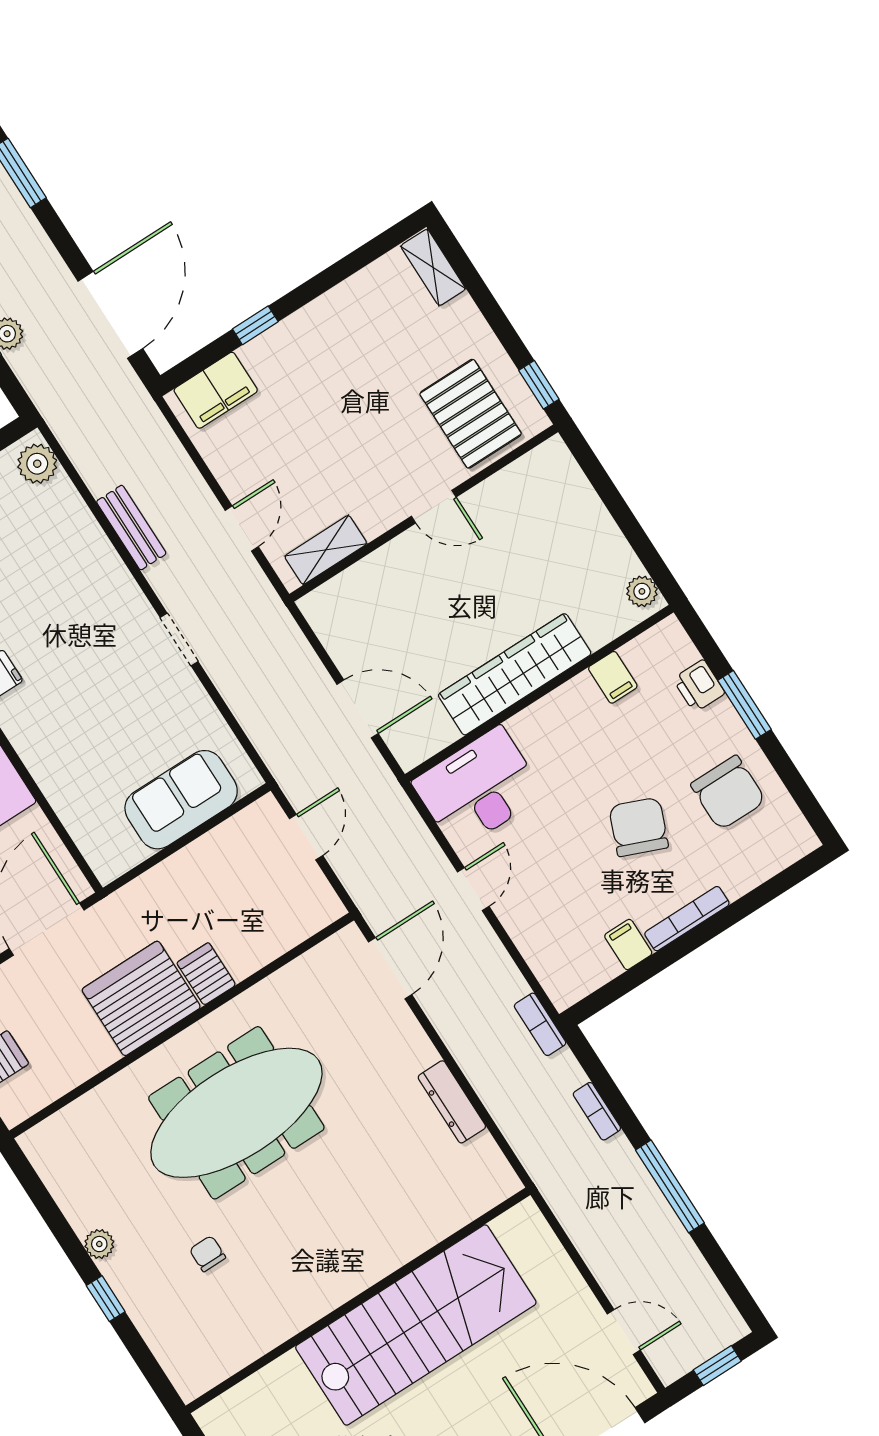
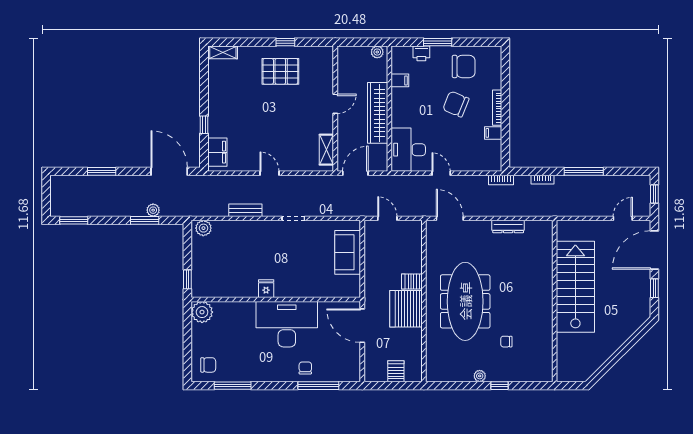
door: (434, 507) -> (335, 104), moved
wall: (424, 513) -> (335, 109), moved
shelving: (326, 550) -> (326, 150), moved

